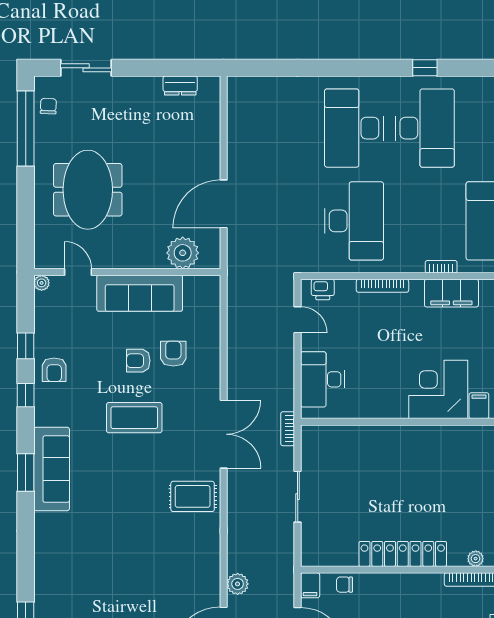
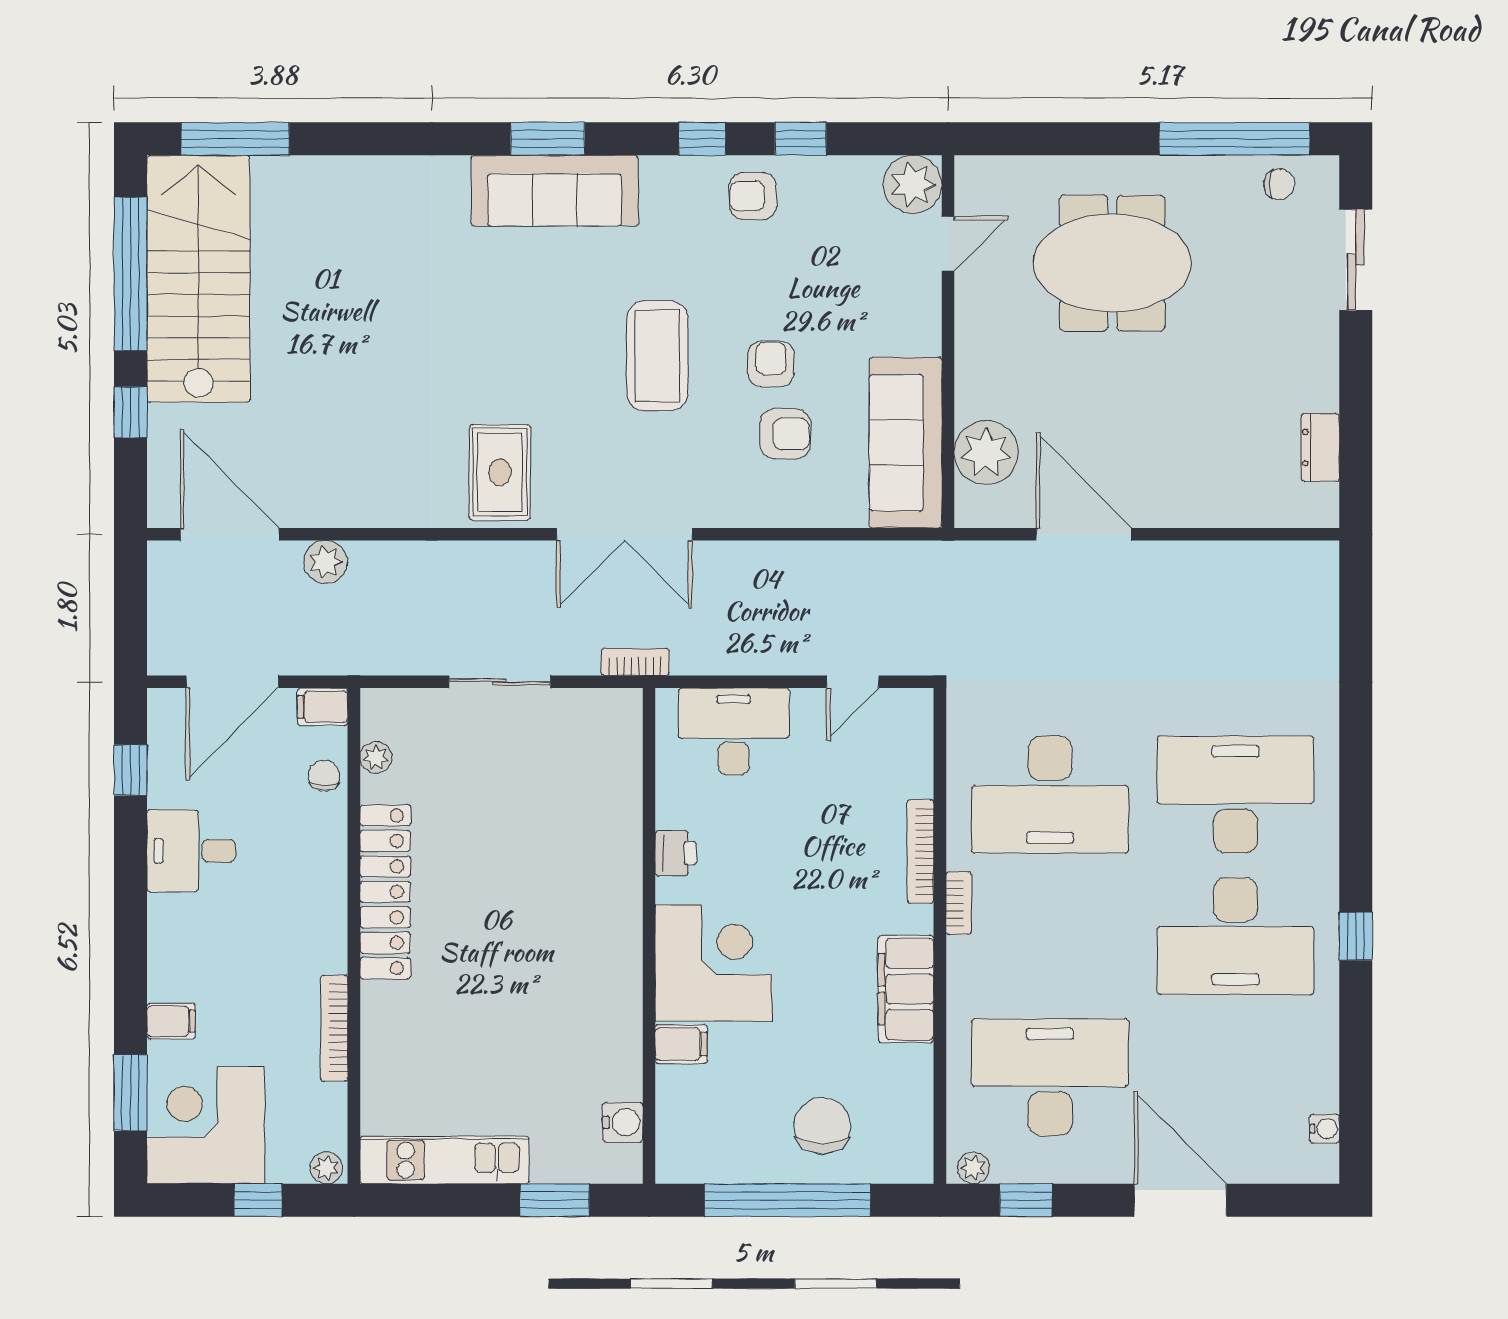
bookcase: (441, 267) -> (959, 903), moved
plant: (42, 283) -> (913, 184), width x1.87, depth x1.87
printer: (323, 290) -> (676, 853), moved, turned 180
sofa: (140, 293) -> (906, 443), moved
plant: (476, 559) -> (376, 757), moved

